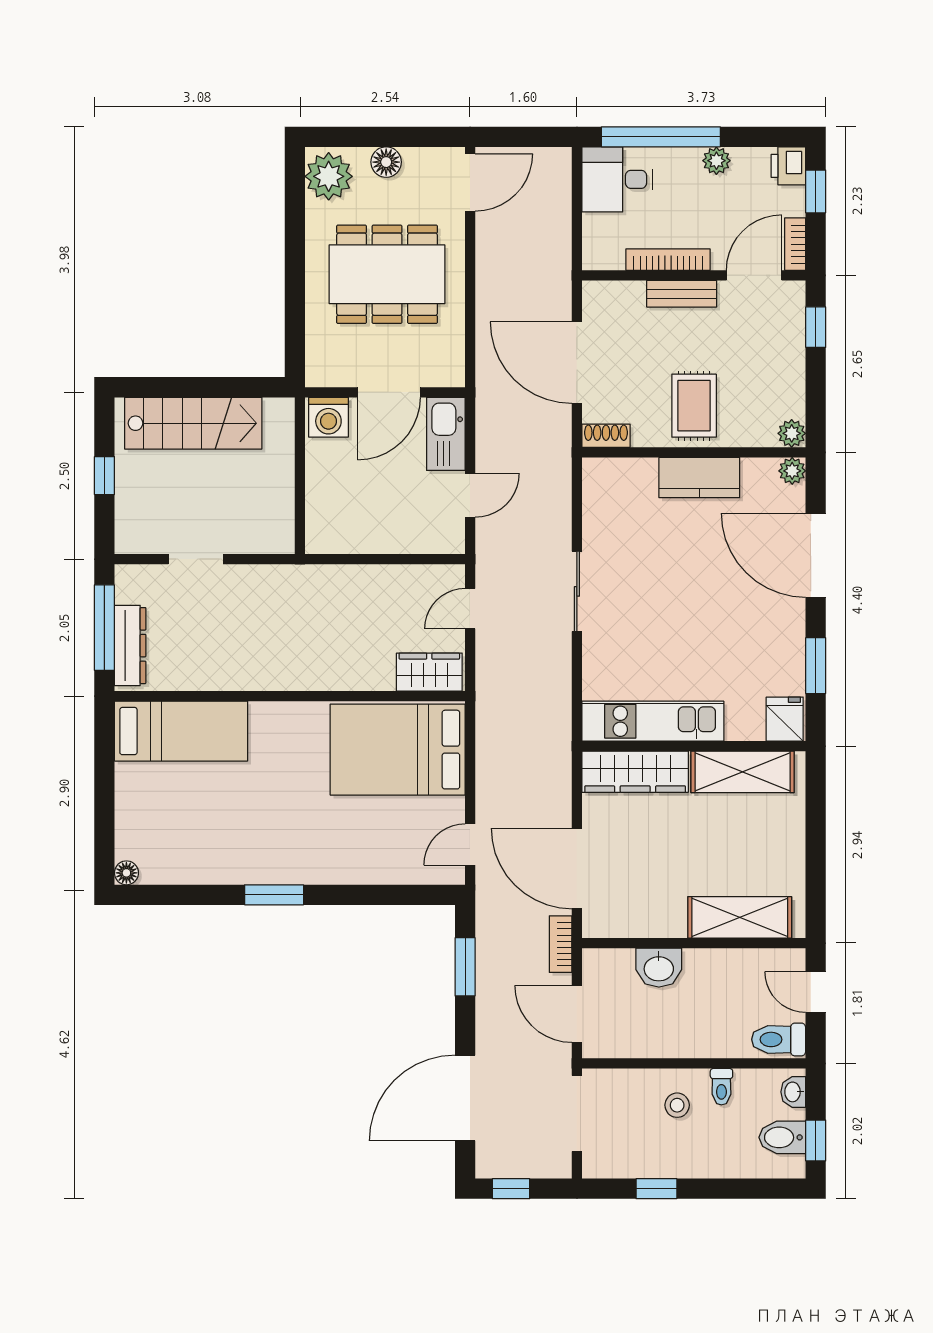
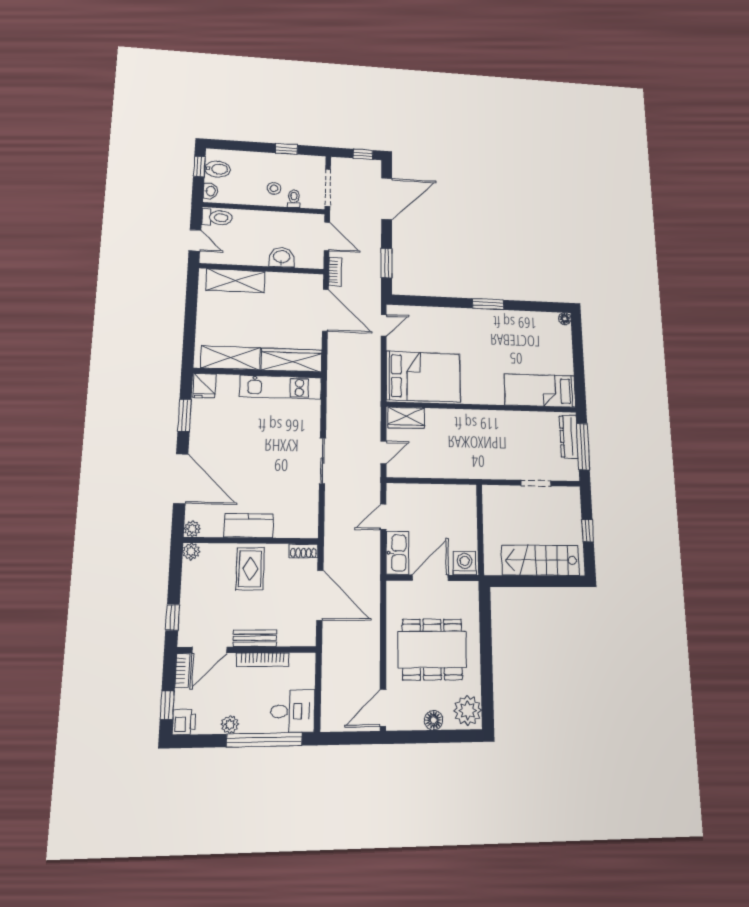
toilet: (721, 1087) -> (294, 199), moved

